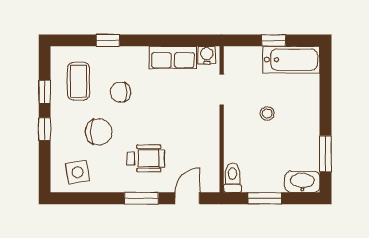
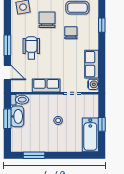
chair: (99, 132) -> (47, 20), turned 180
row of seats: (209, 133) -> (46, 85), added
wheelchair: (146, 158) -> (31, 48), turned 180
washbasin: (302, 182) -> (17, 116), moved

